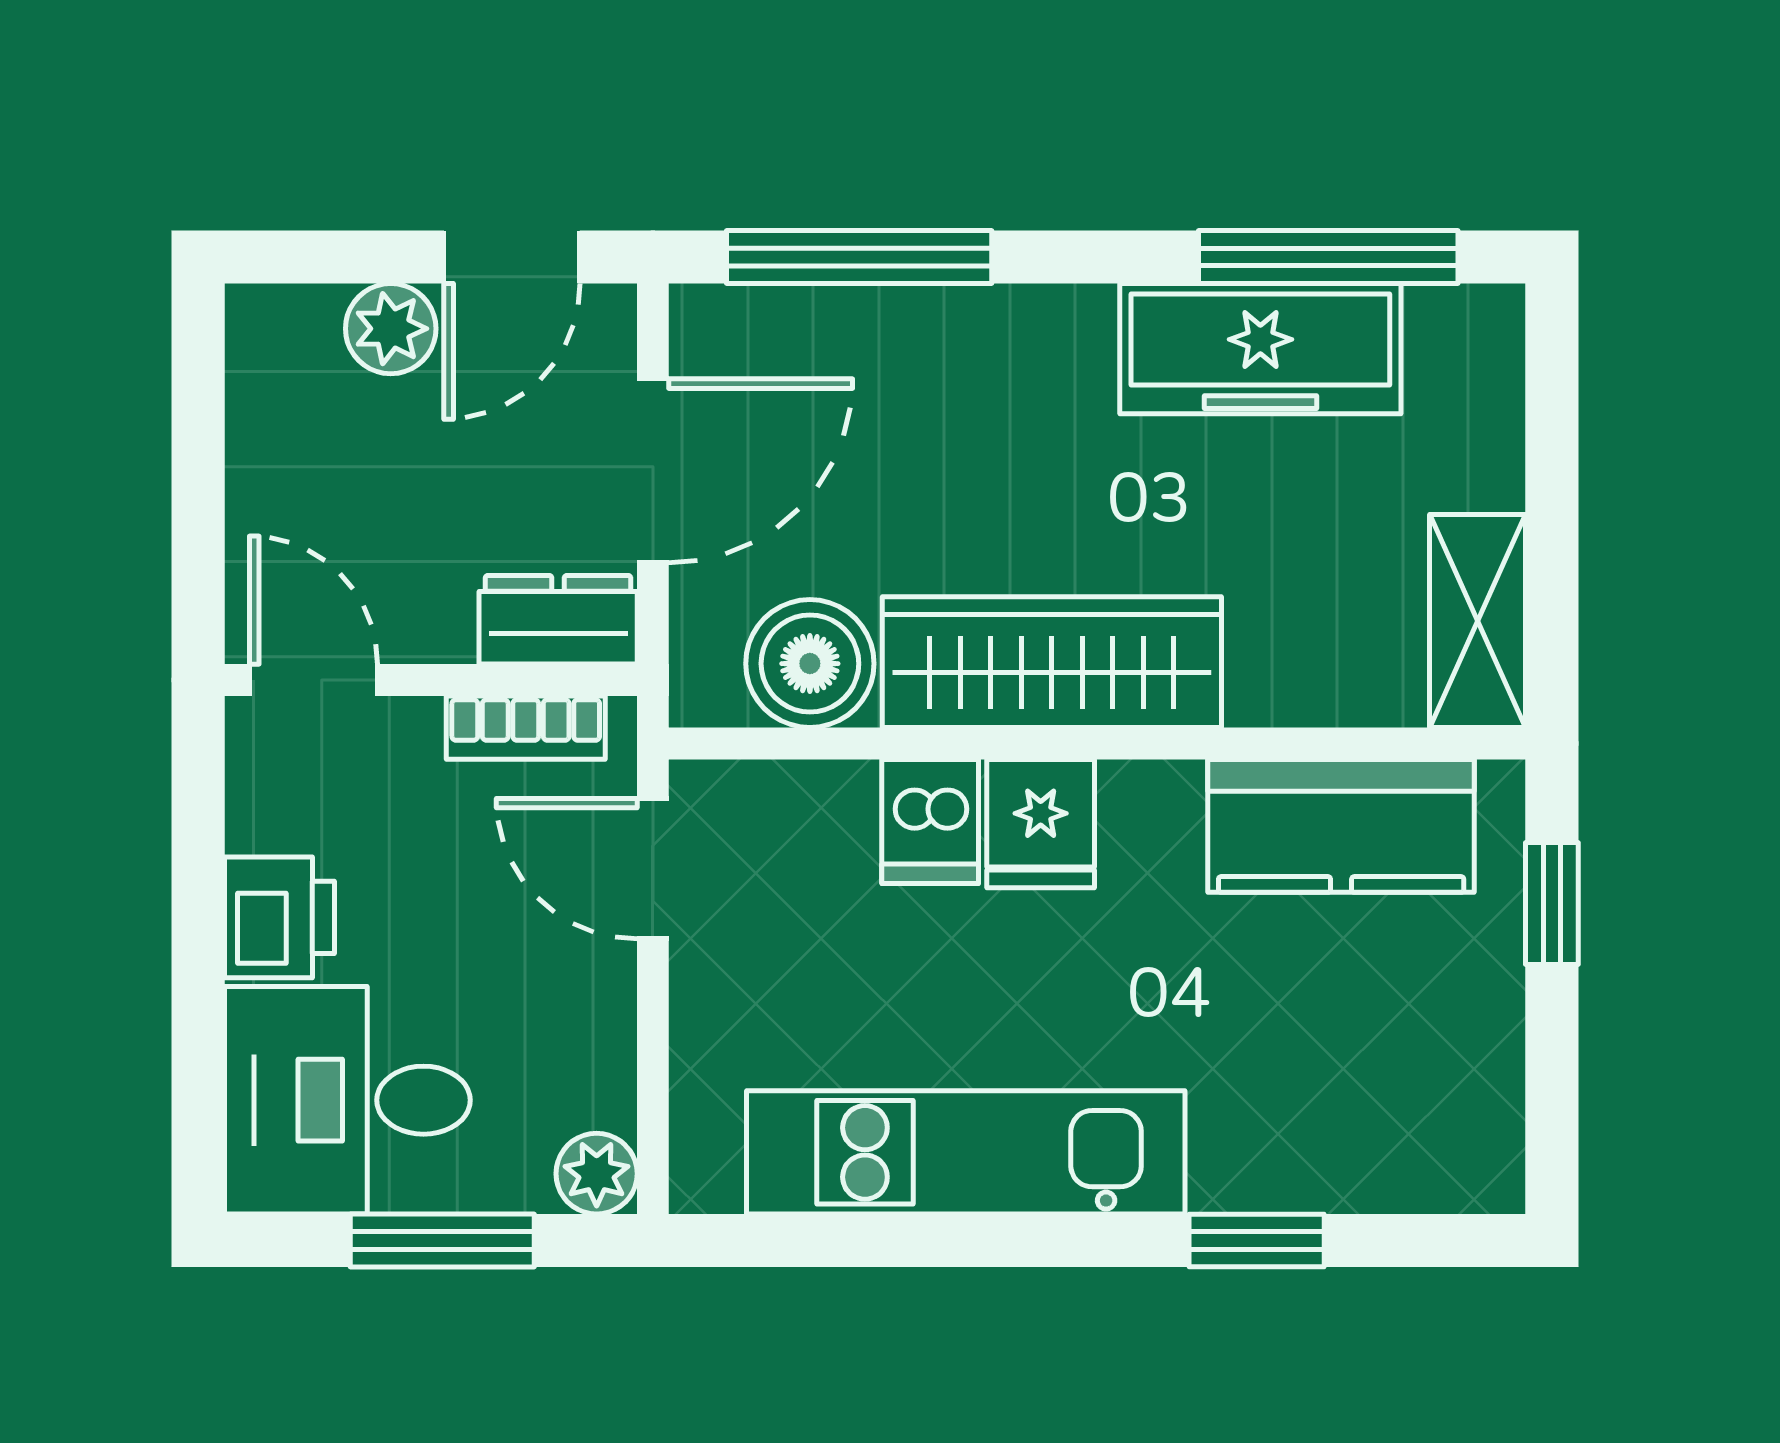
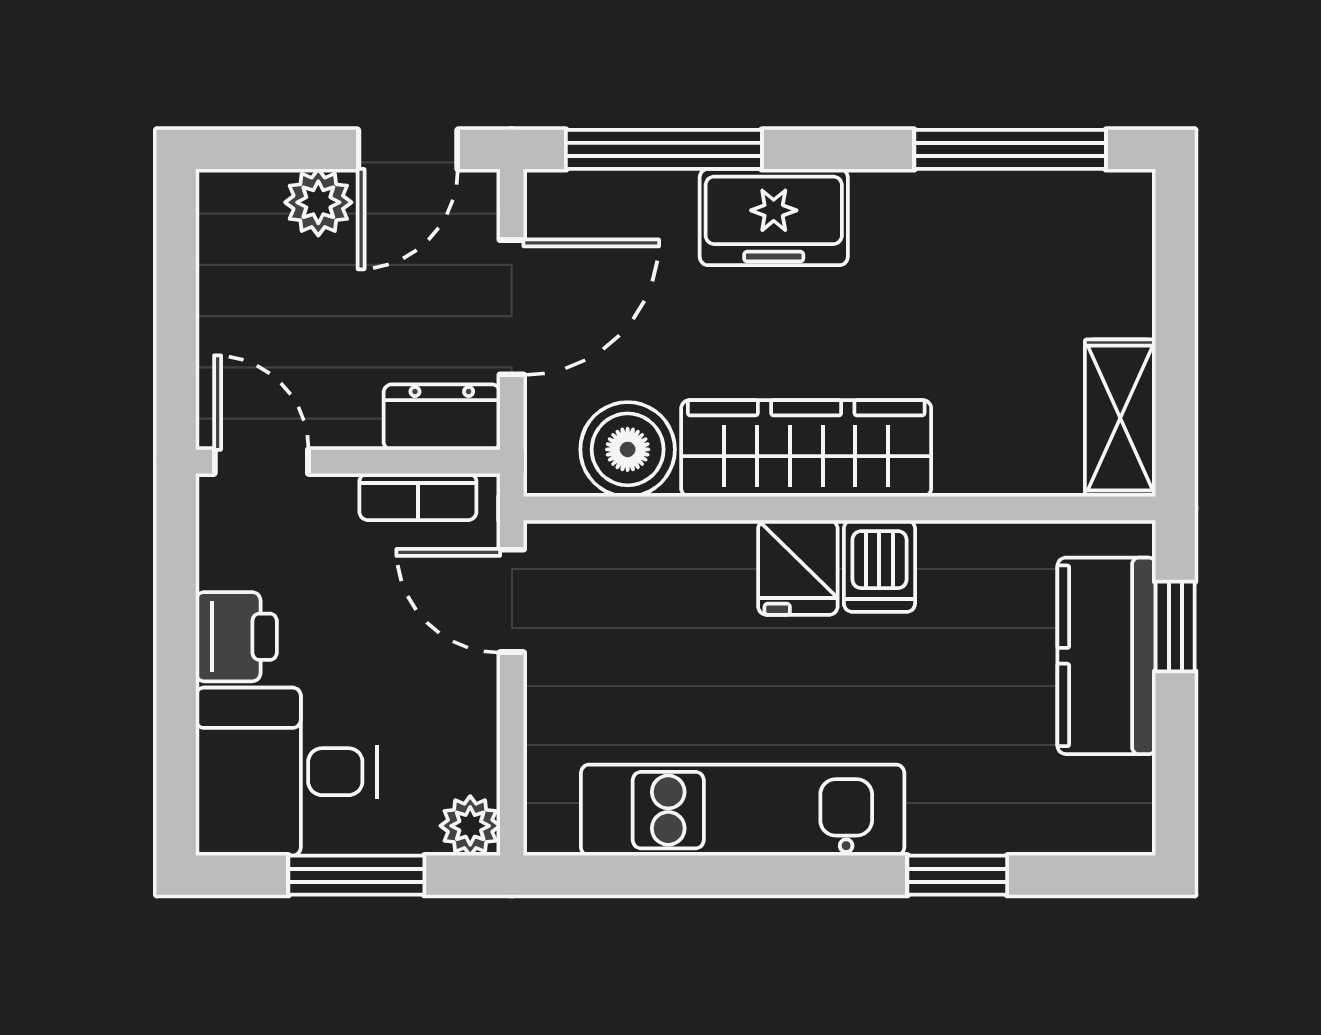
freezer: (1260, 349) -> (774, 217), moved, width x0.71
dishwasher: (930, 822) -> (879, 566), moved
kitchen counter: (1341, 826) -> (1106, 656), moved, turned 90

